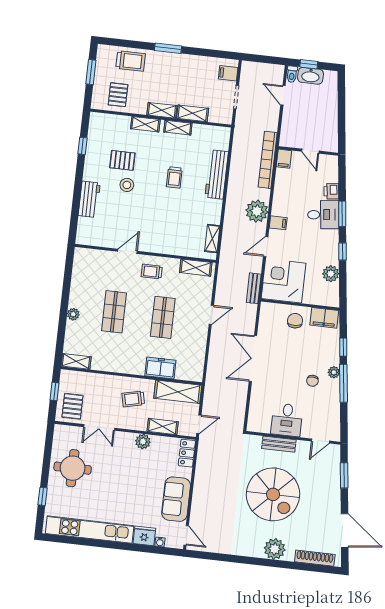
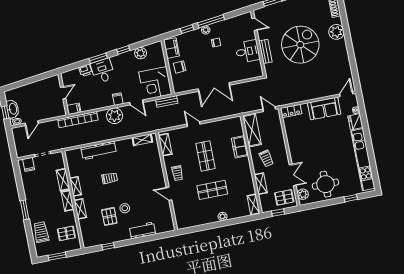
shop shelf: (163, 317) -> (206, 156), turned 90
shelving: (163, 427) -> (261, 184), moved
plant: (143, 442) -> (303, 194), moved

